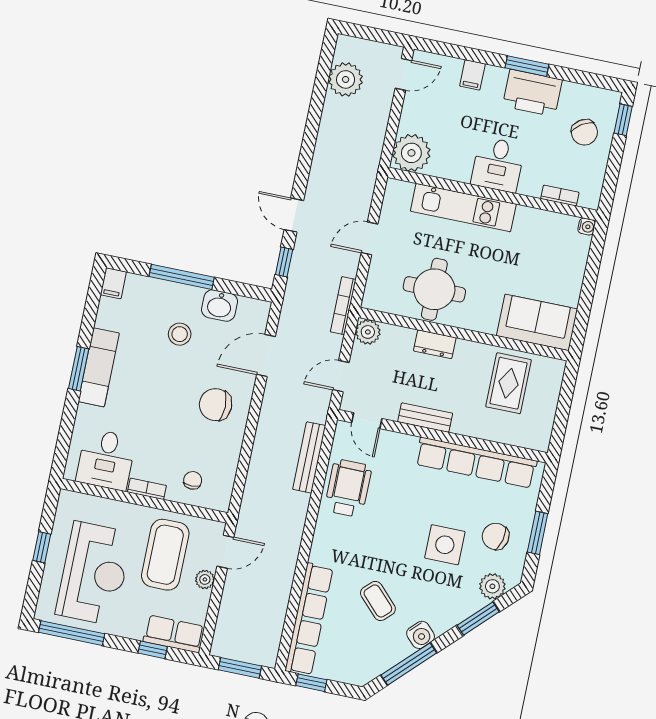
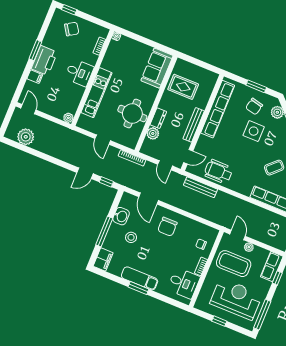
printer: (532, 93) -> (44, 60), moved
plant: (411, 153) -> (68, 118), width x0.53, depth x0.53
filing cabinet: (113, 283) -> (103, 259), width x2.00
plant: (368, 332) -> (153, 133), moved
bench: (425, 418) -> (194, 125), width x1.36

